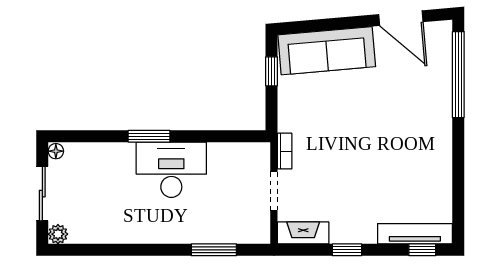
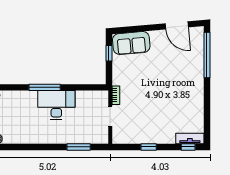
sofa: (327, 51) -> (131, 43), width x0.73
window: (149, 136) -> (45, 87), width x1.44
fireplace: (303, 233) -> (126, 138), removed
tv unit: (415, 234) -> (190, 138), width x0.71

